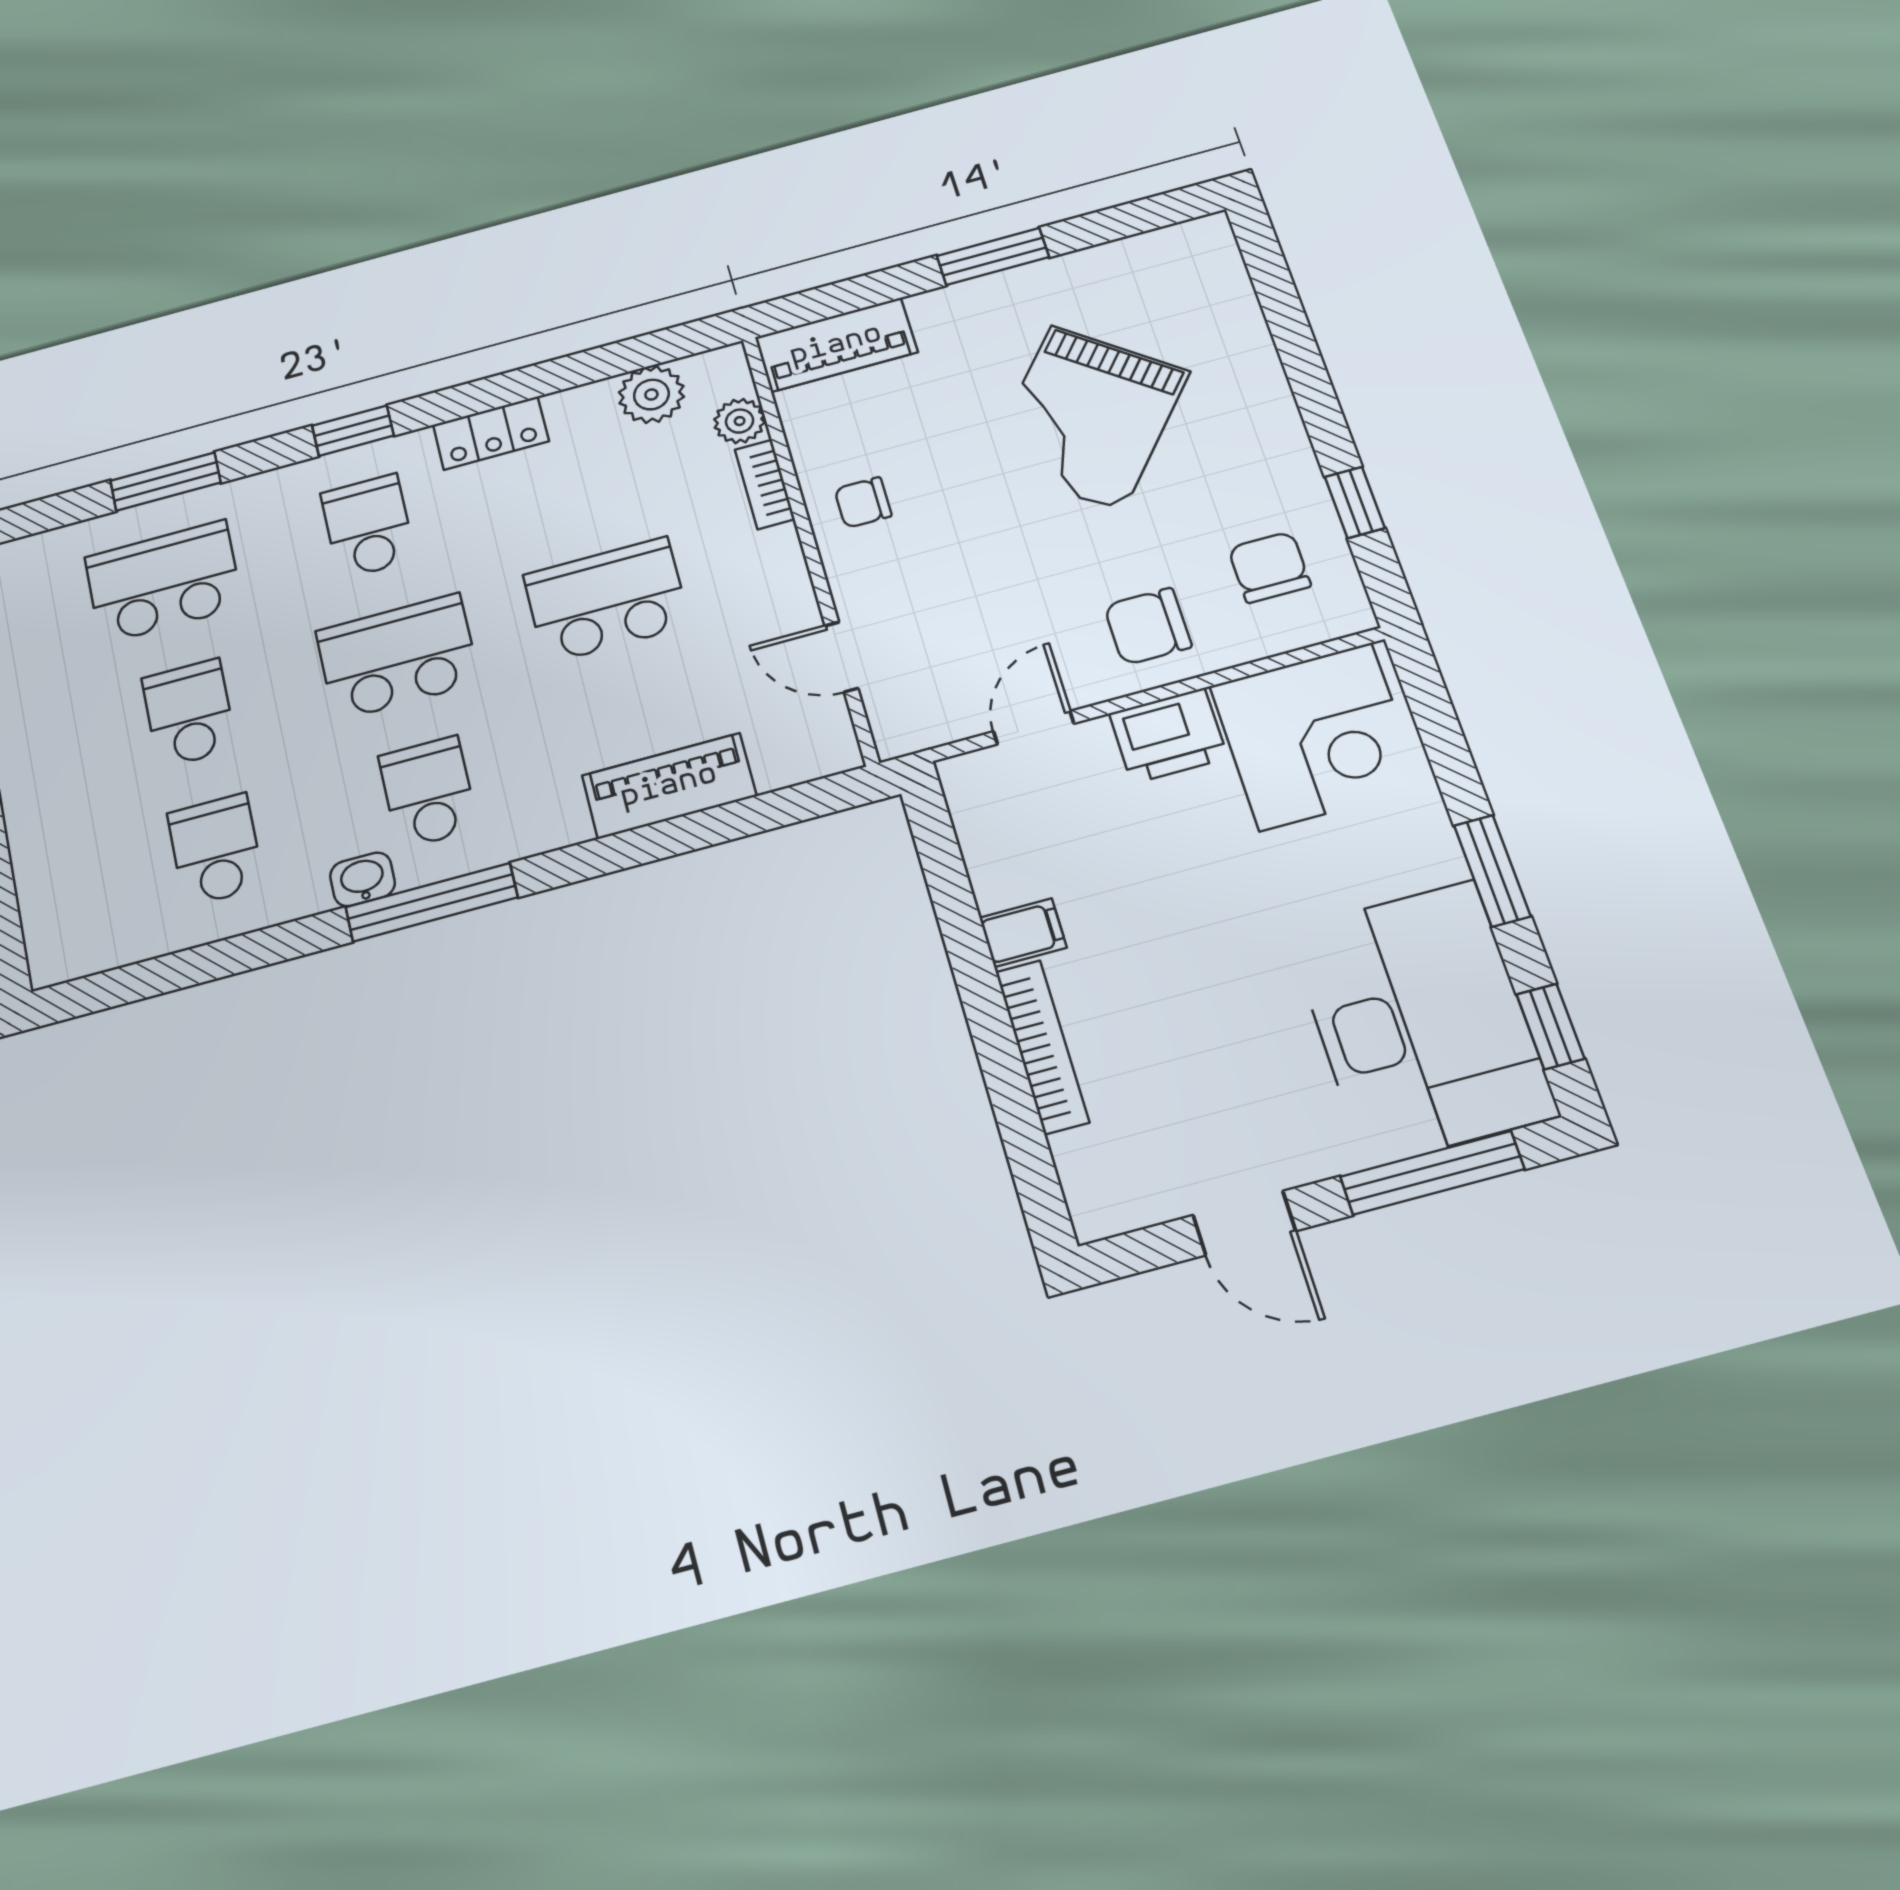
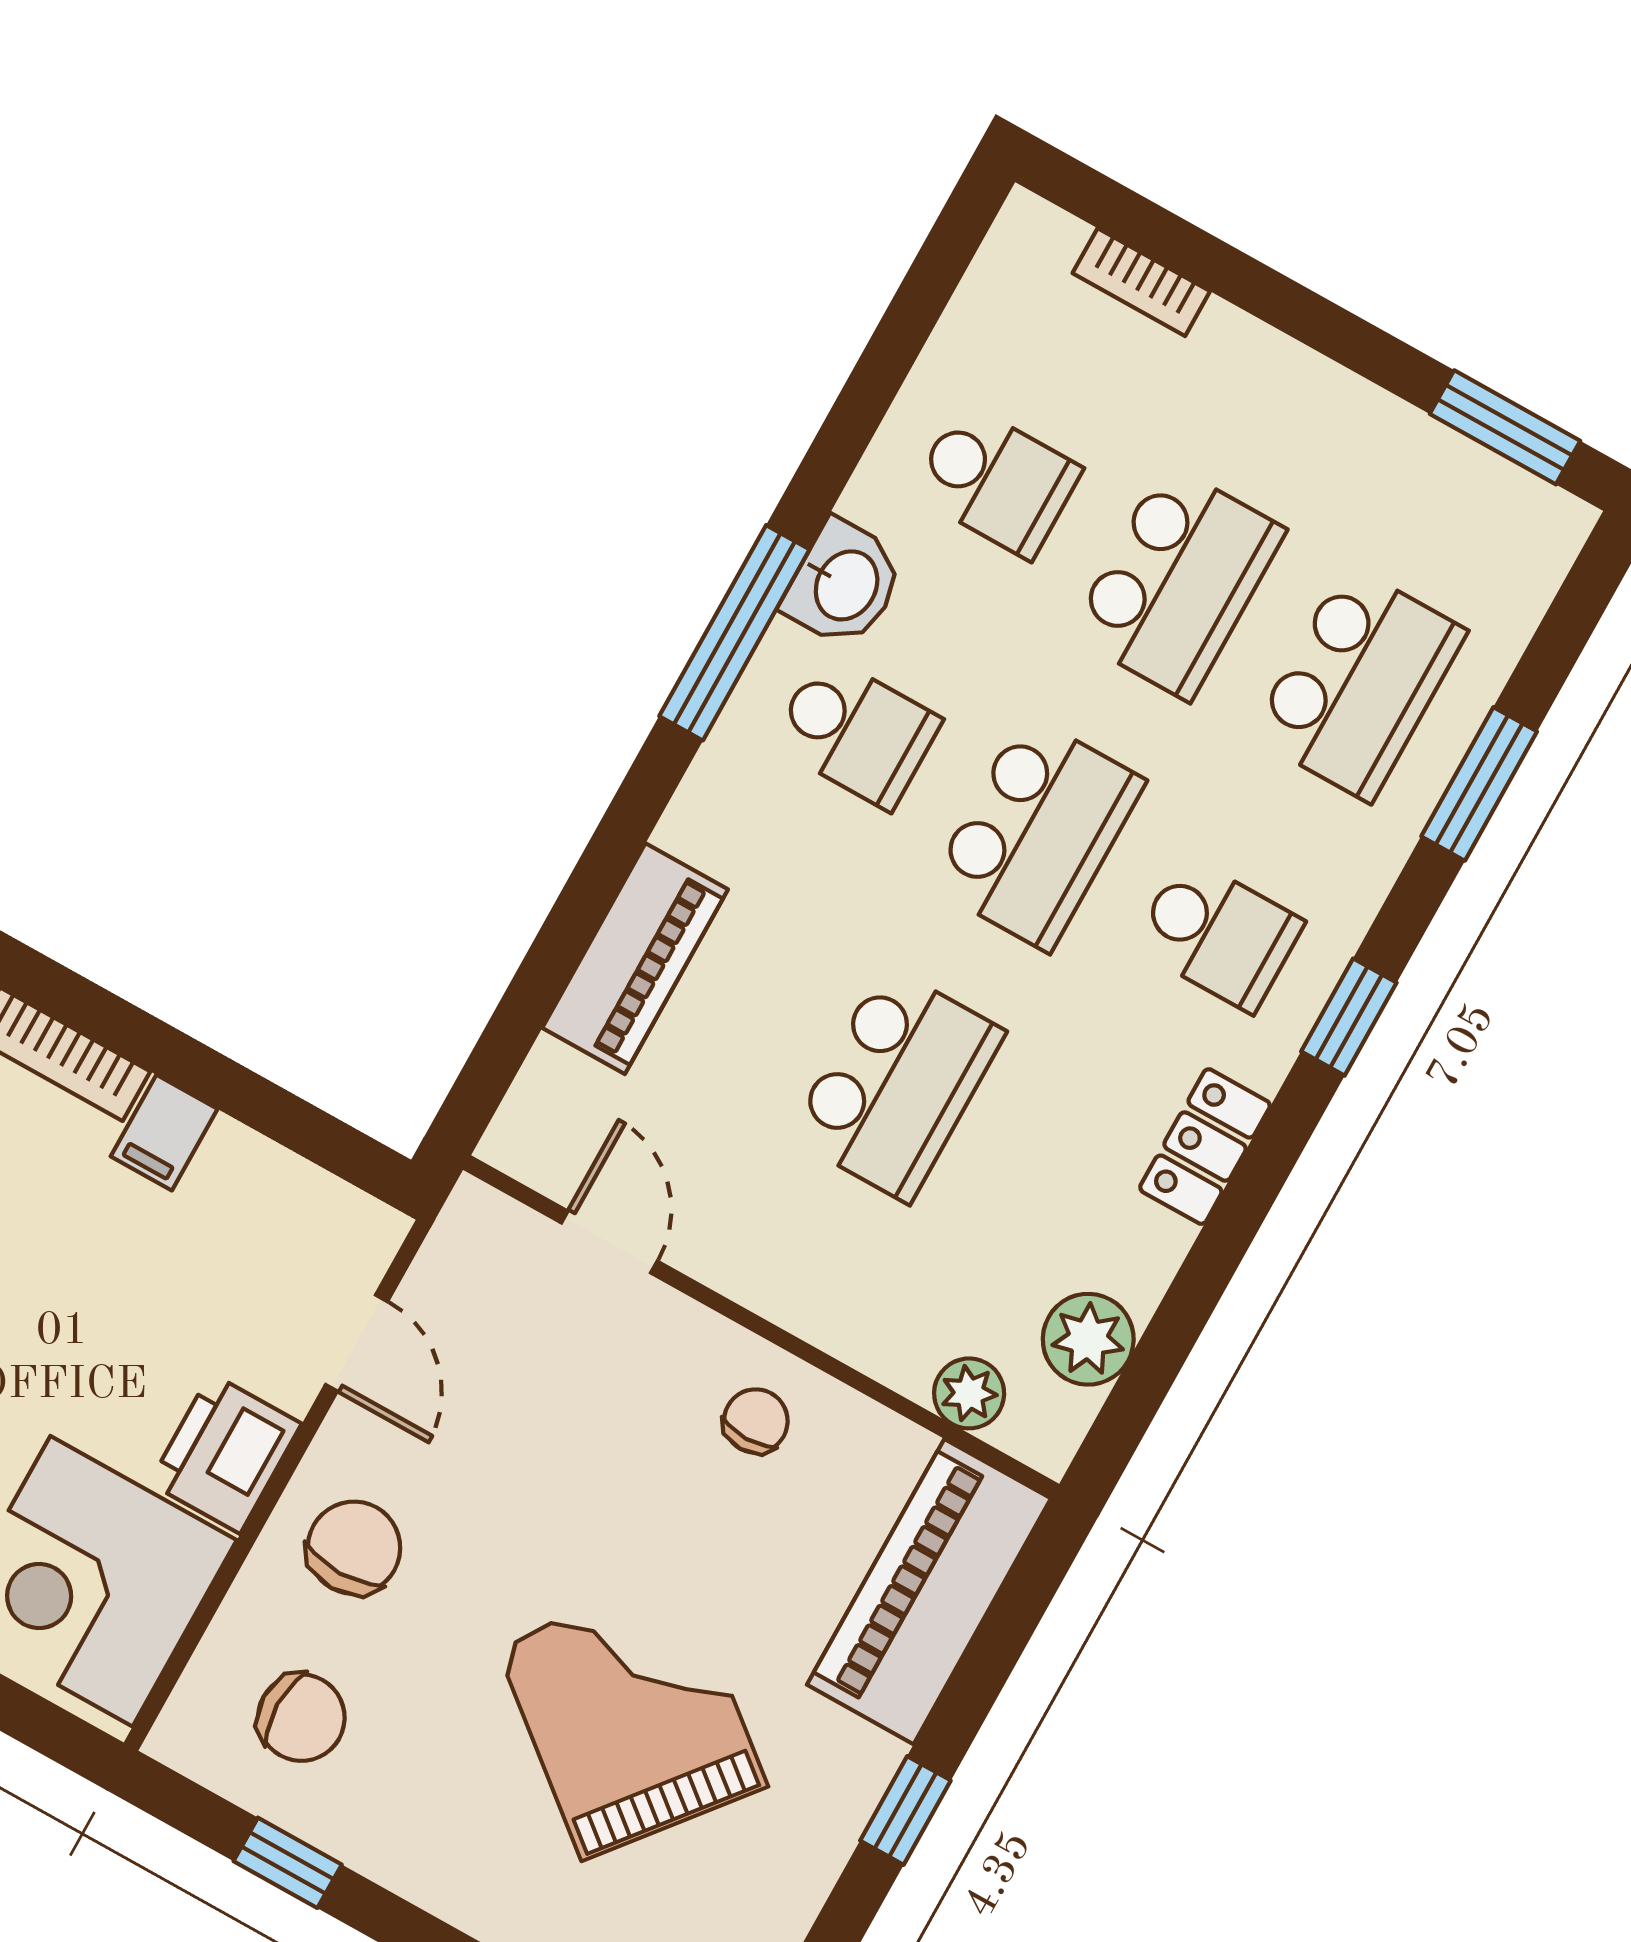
window: (993, 256) -> (905, 1811), width x0.67
piano: (836, 345) -> (929, 1592), width x1.37, depth x1.33
bookcase: (765, 484) -> (1141, 282), moved, turned 180
door: (841, 657) -> (609, 1242), hinge flipped
school desk: (189, 713) -> (1177, 582), width x1.85
washbasin: (363, 879) -> (844, 584), width x1.38, depth x1.45

